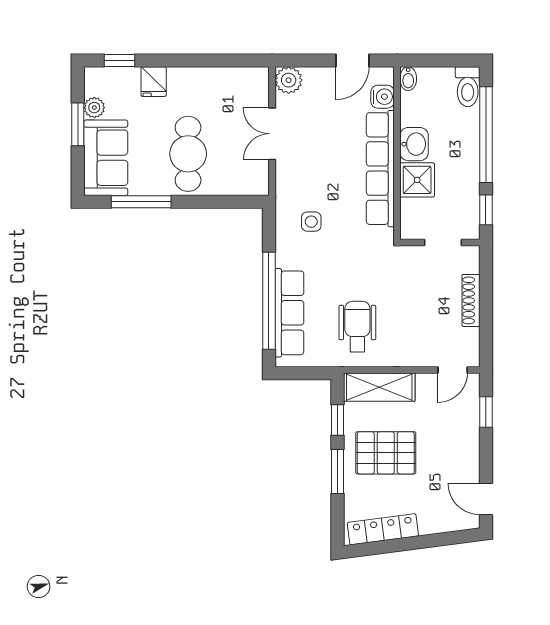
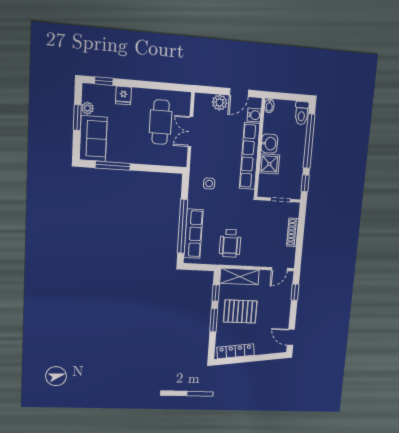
plant: (289, 80) -> (220, 103), moved
cafe table: (188, 154) -> (161, 122), moved
wheelchair: (357, 327) -> (230, 243), turned 180

